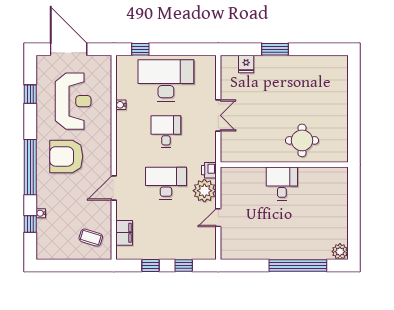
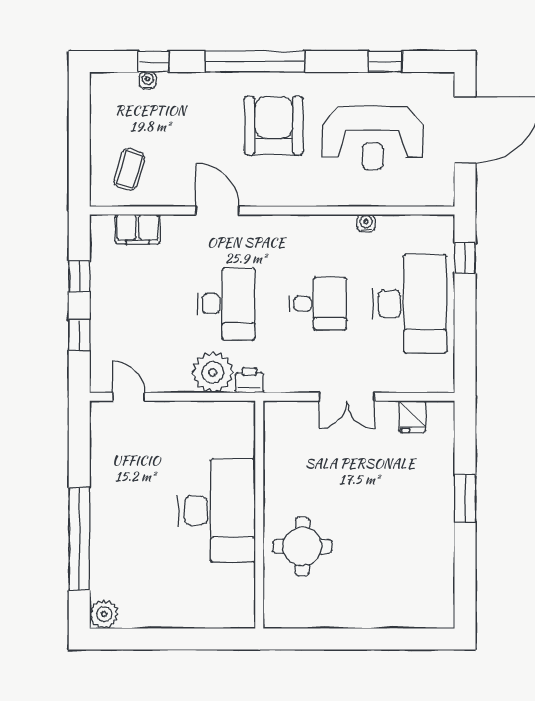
fridge: (246, 64) -> (412, 417), moved, turned -90
desk: (282, 183) -> (217, 510), width x1.87, depth x1.30
water cooler: (41, 213) -> (148, 80), moved
door: (218, 218) -> (129, 397), moved

